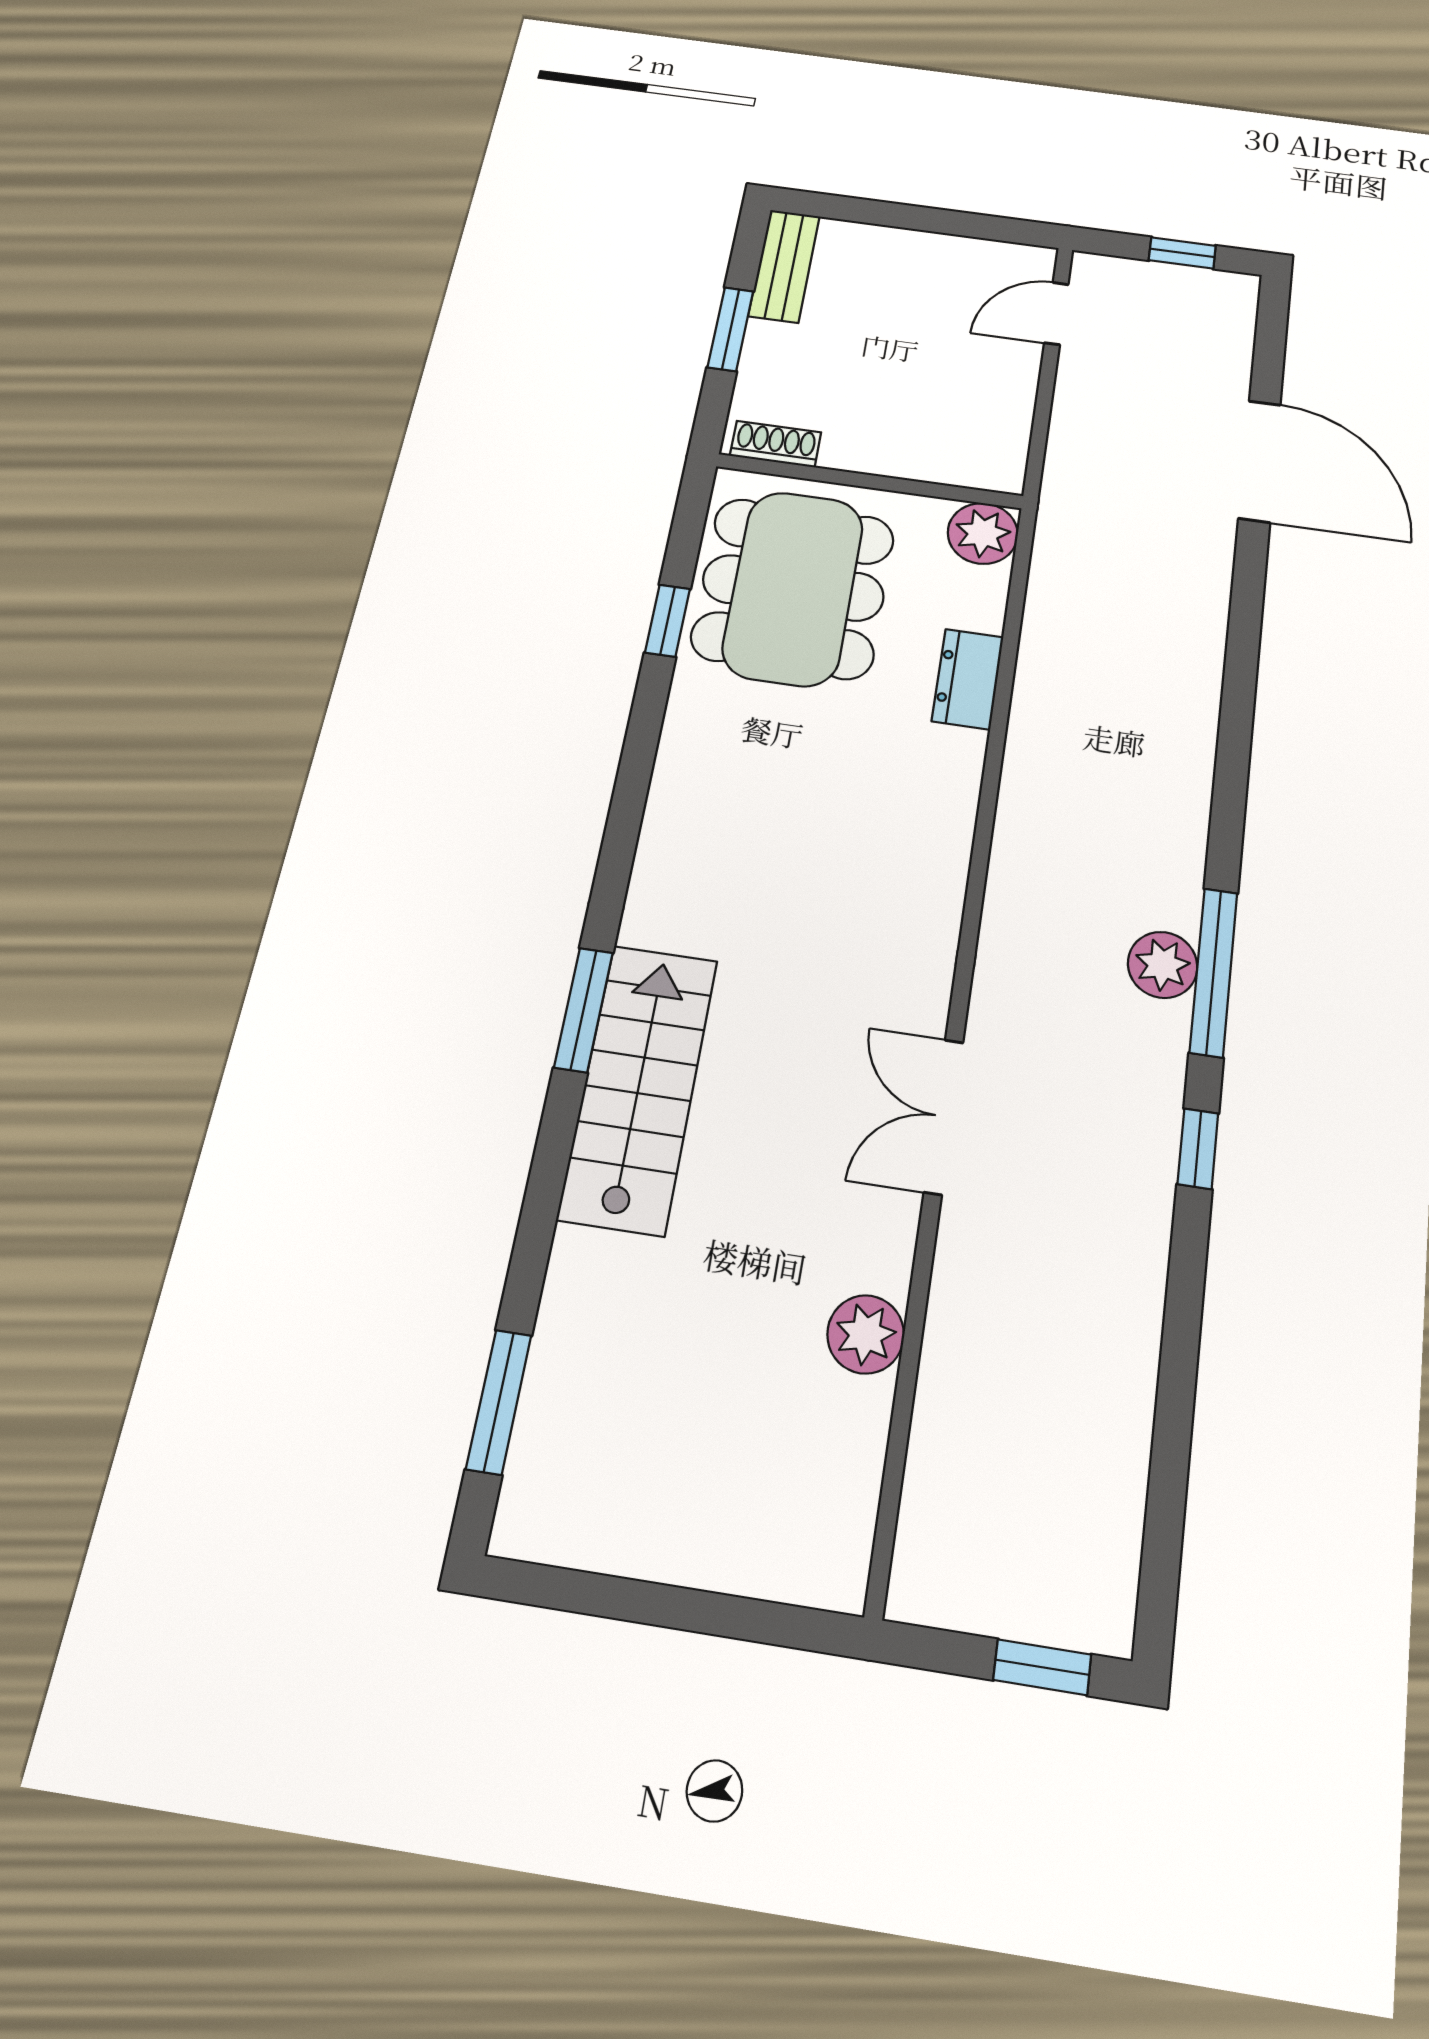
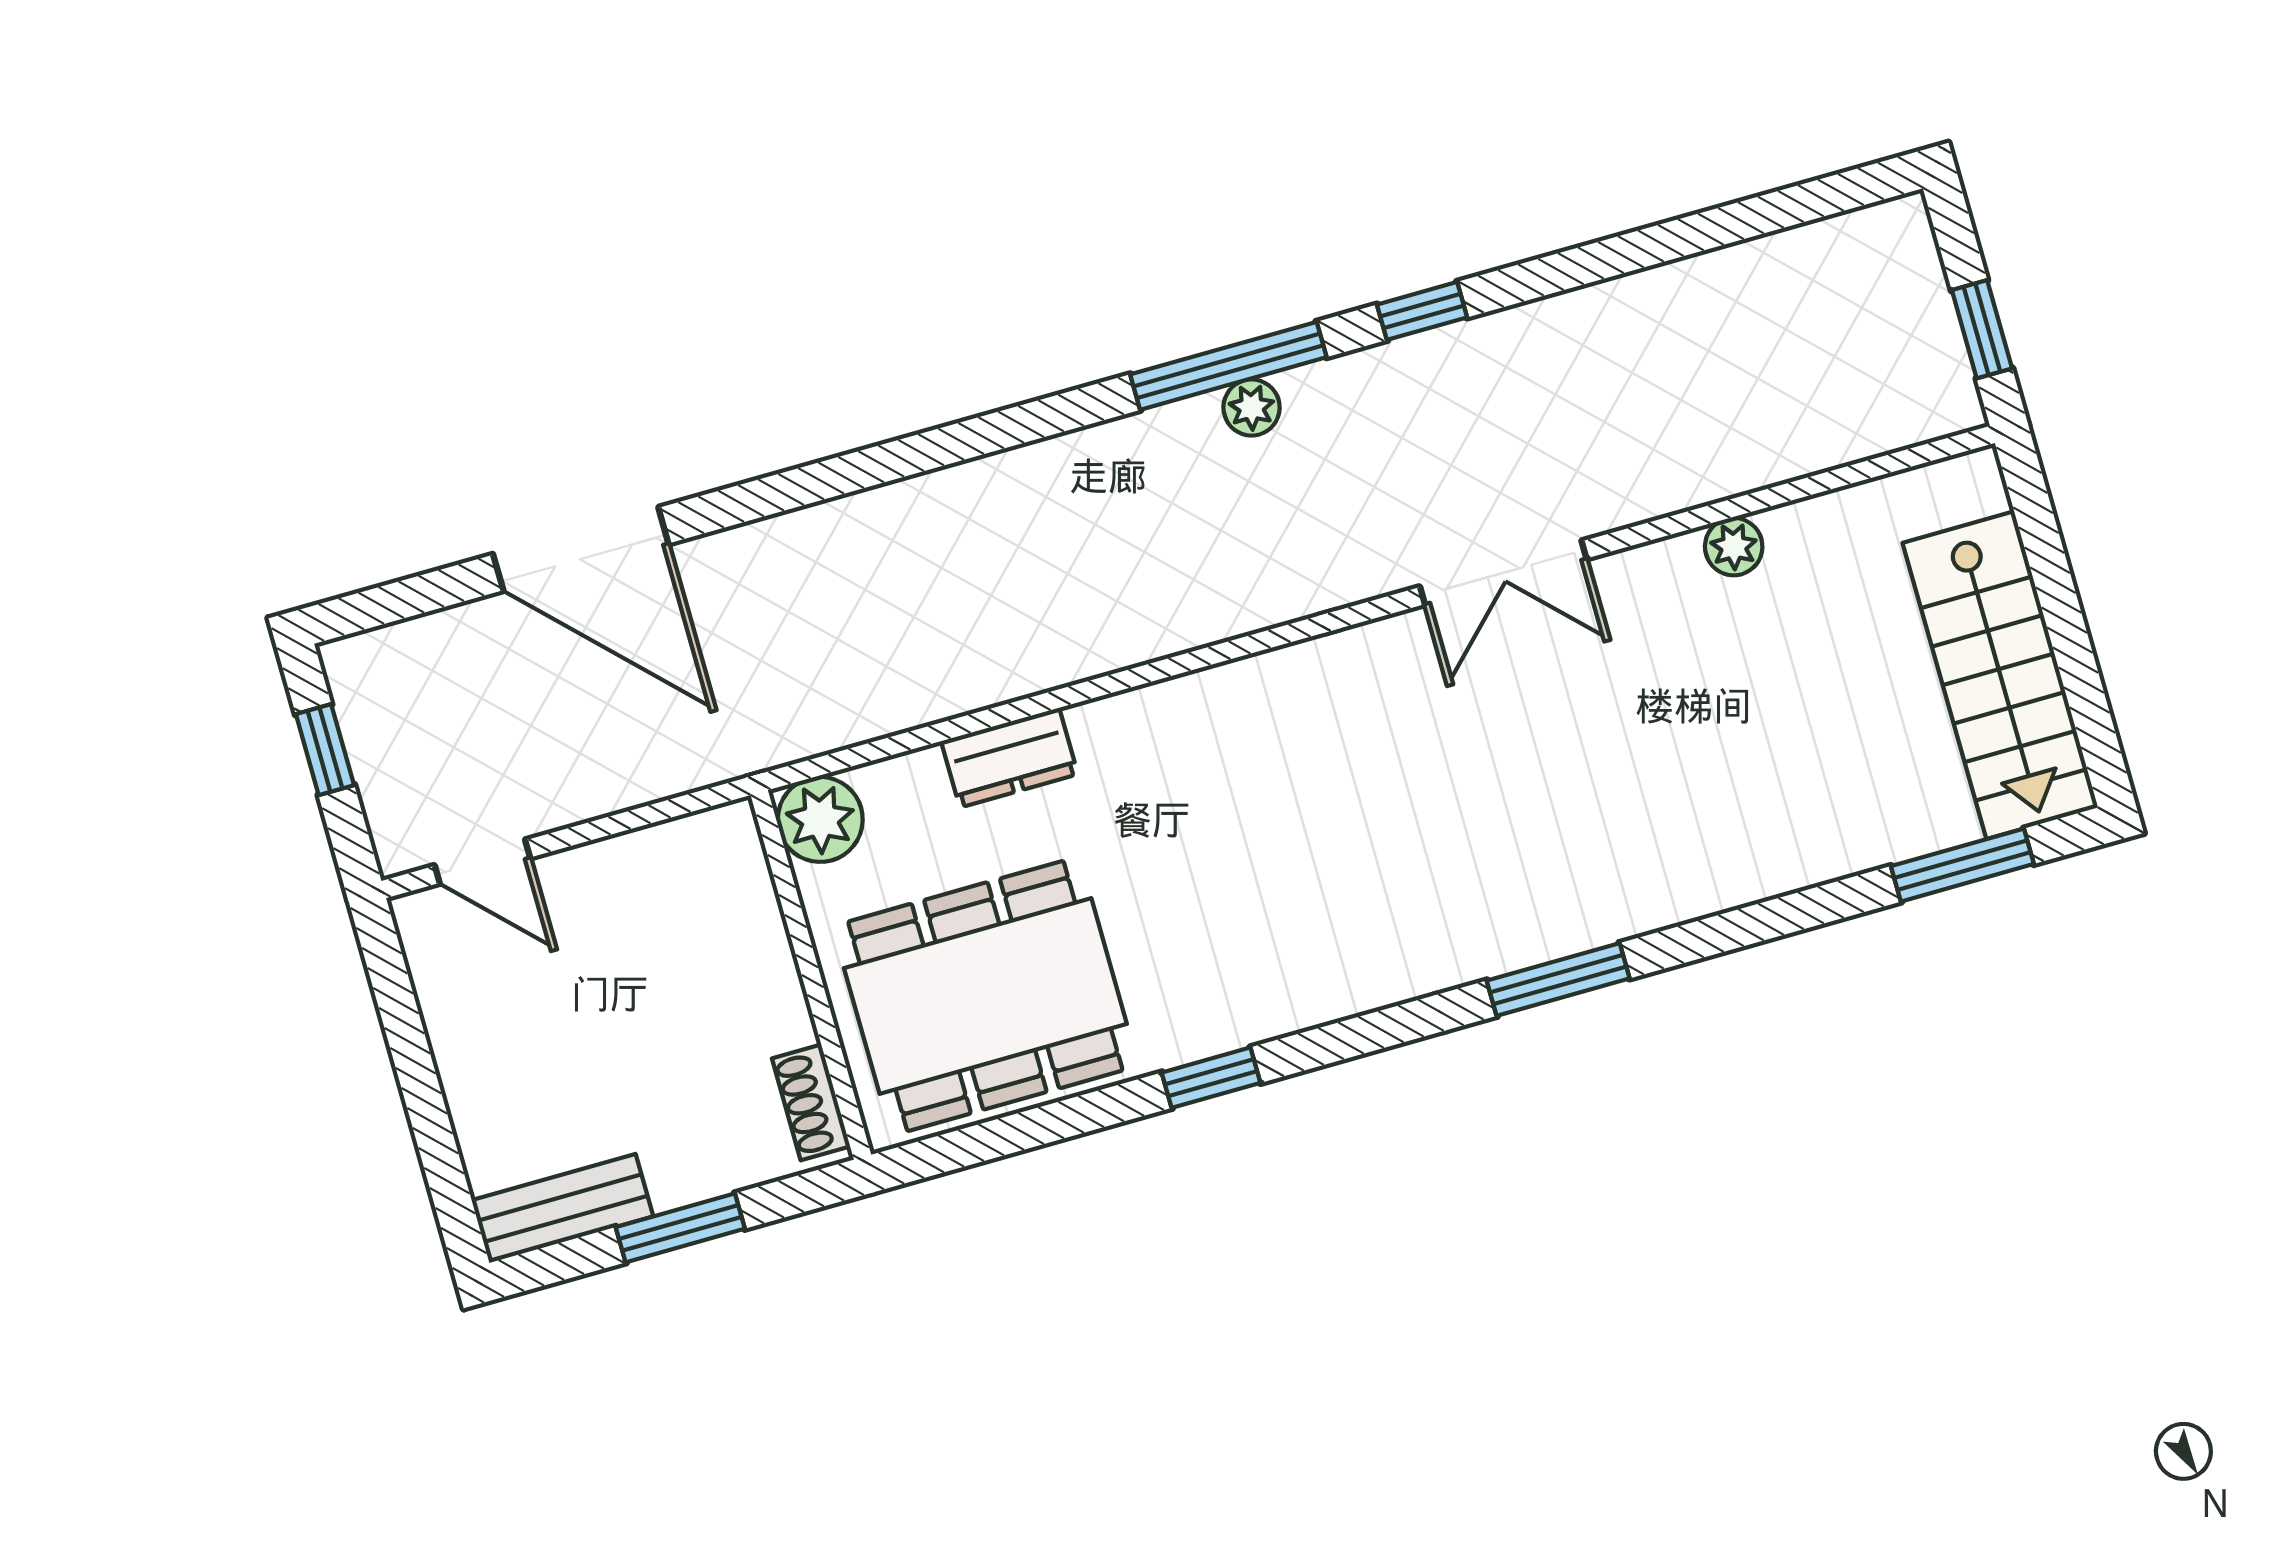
door: (1259, 461) -> (581, 549), swing flipped
window: (668, 621) -> (1211, 1078), moved
plant: (1163, 965) -> (1252, 407), width x0.73, depth x0.73
stairs: (639, 1088) -> (2000, 675), moved, turned -90
plant: (866, 1334) -> (1734, 547), width x0.73, depth x0.73
window: (1042, 1667) -> (1982, 329), moved

